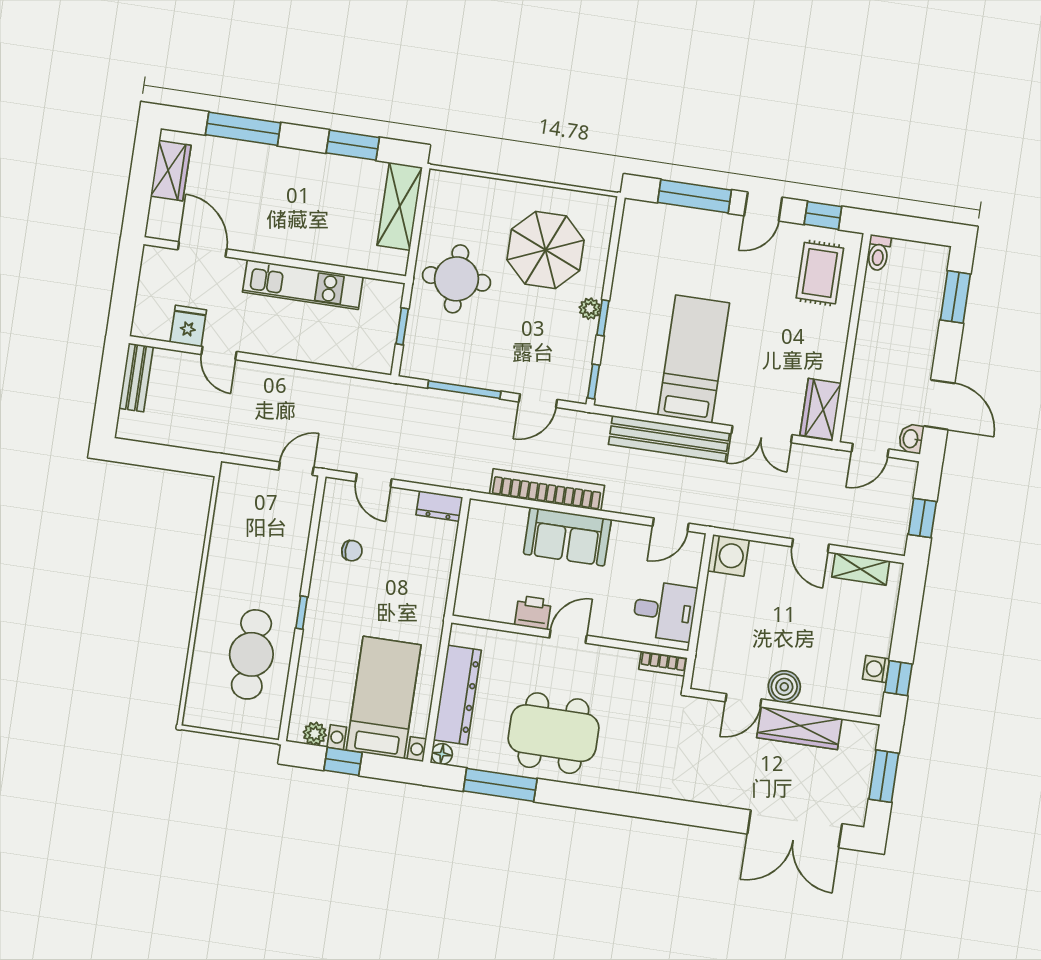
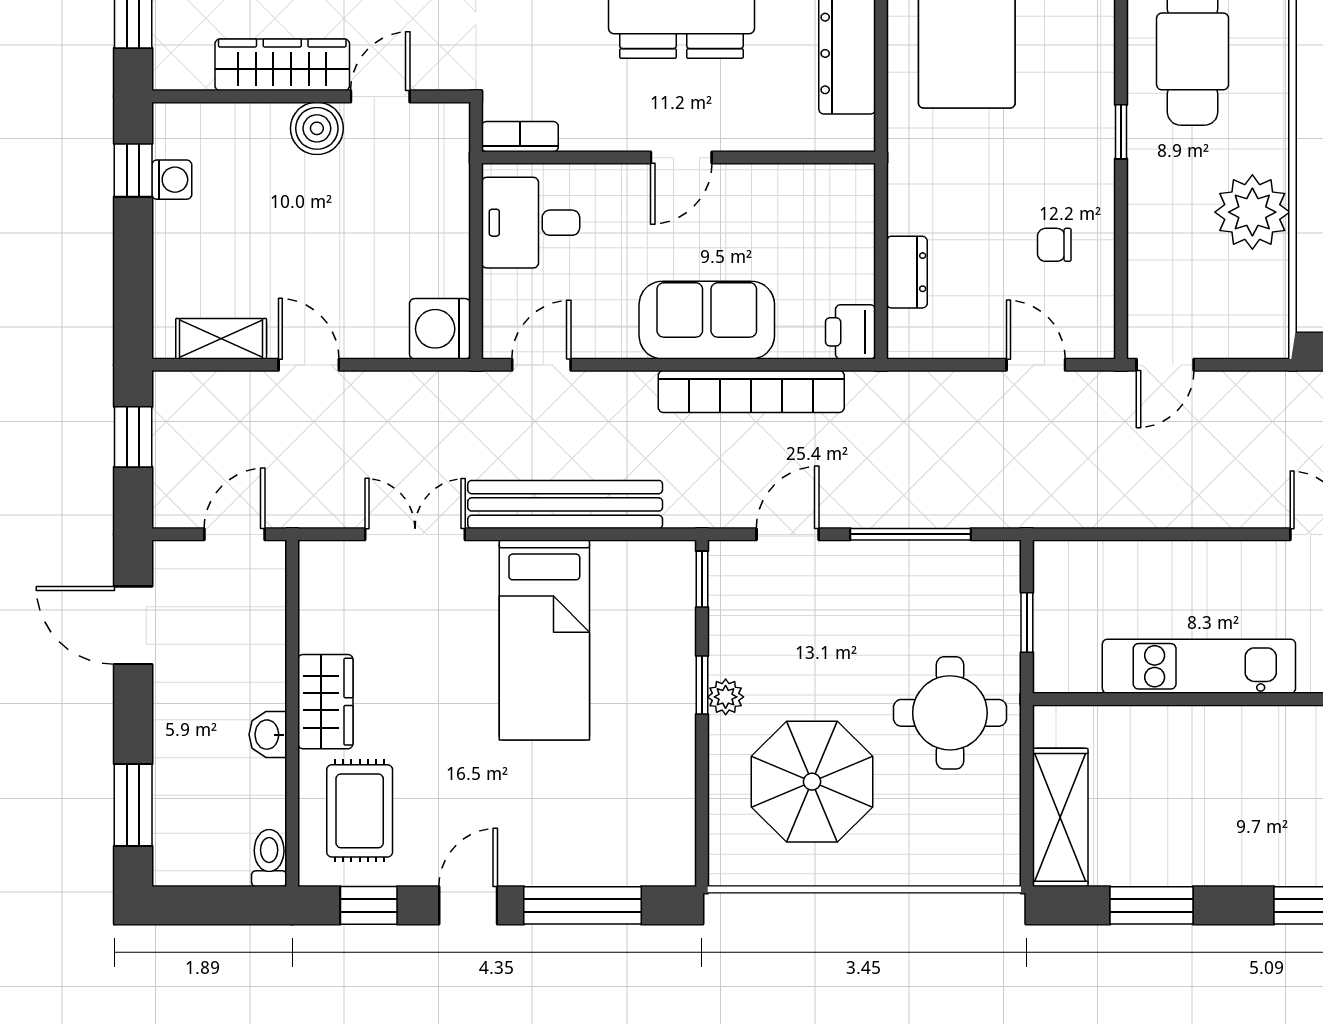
wardrobe: (821, 409) -> (325, 702), moved
washbasin: (911, 439) -> (268, 735), moved, turned 180
dresser: (439, 506) -> (907, 272), moved, turned 90
plant: (230, 553) -> (1252, 212), added
printer: (533, 613) -> (850, 332), moved, turned 90

